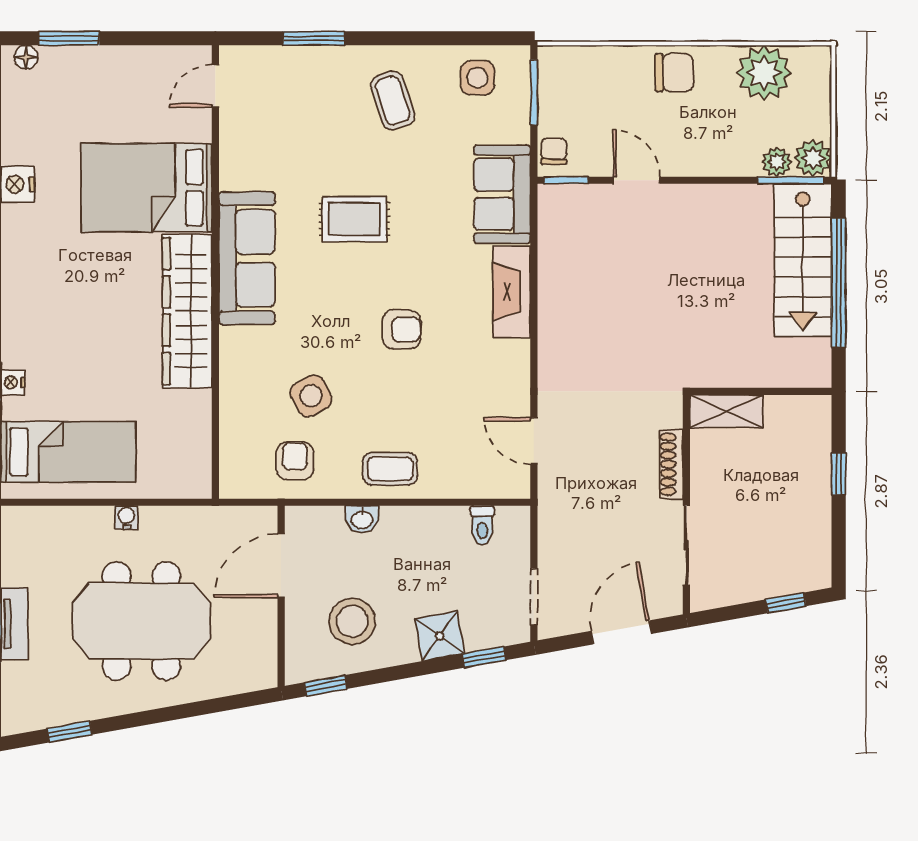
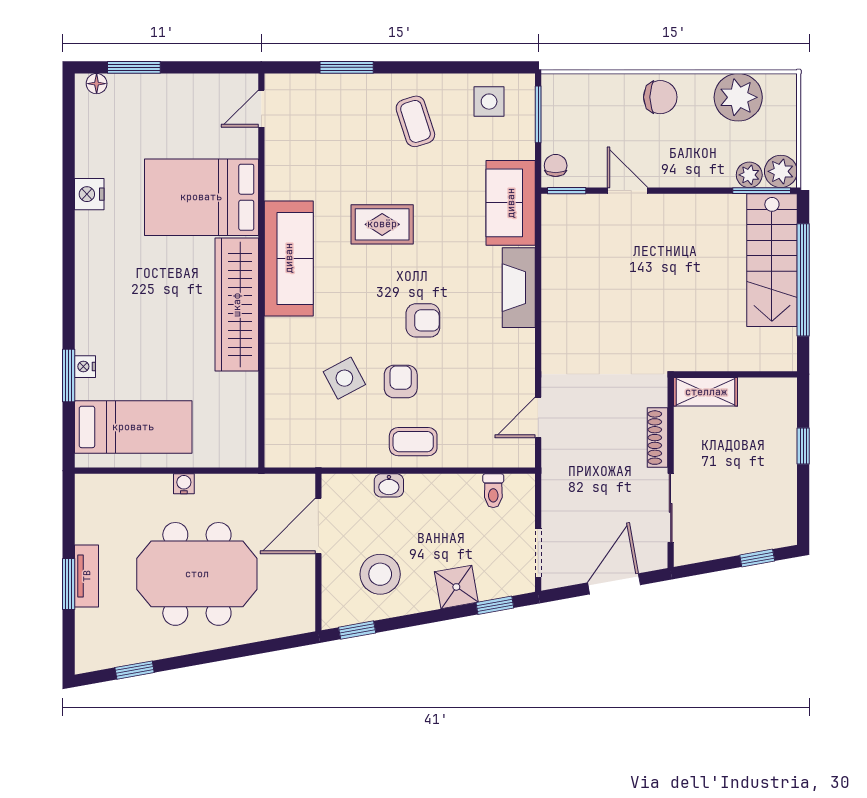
door: (534, 441) -> (538, 417), hinge flipped
armchair: (295, 461) -> (401, 382), moved

